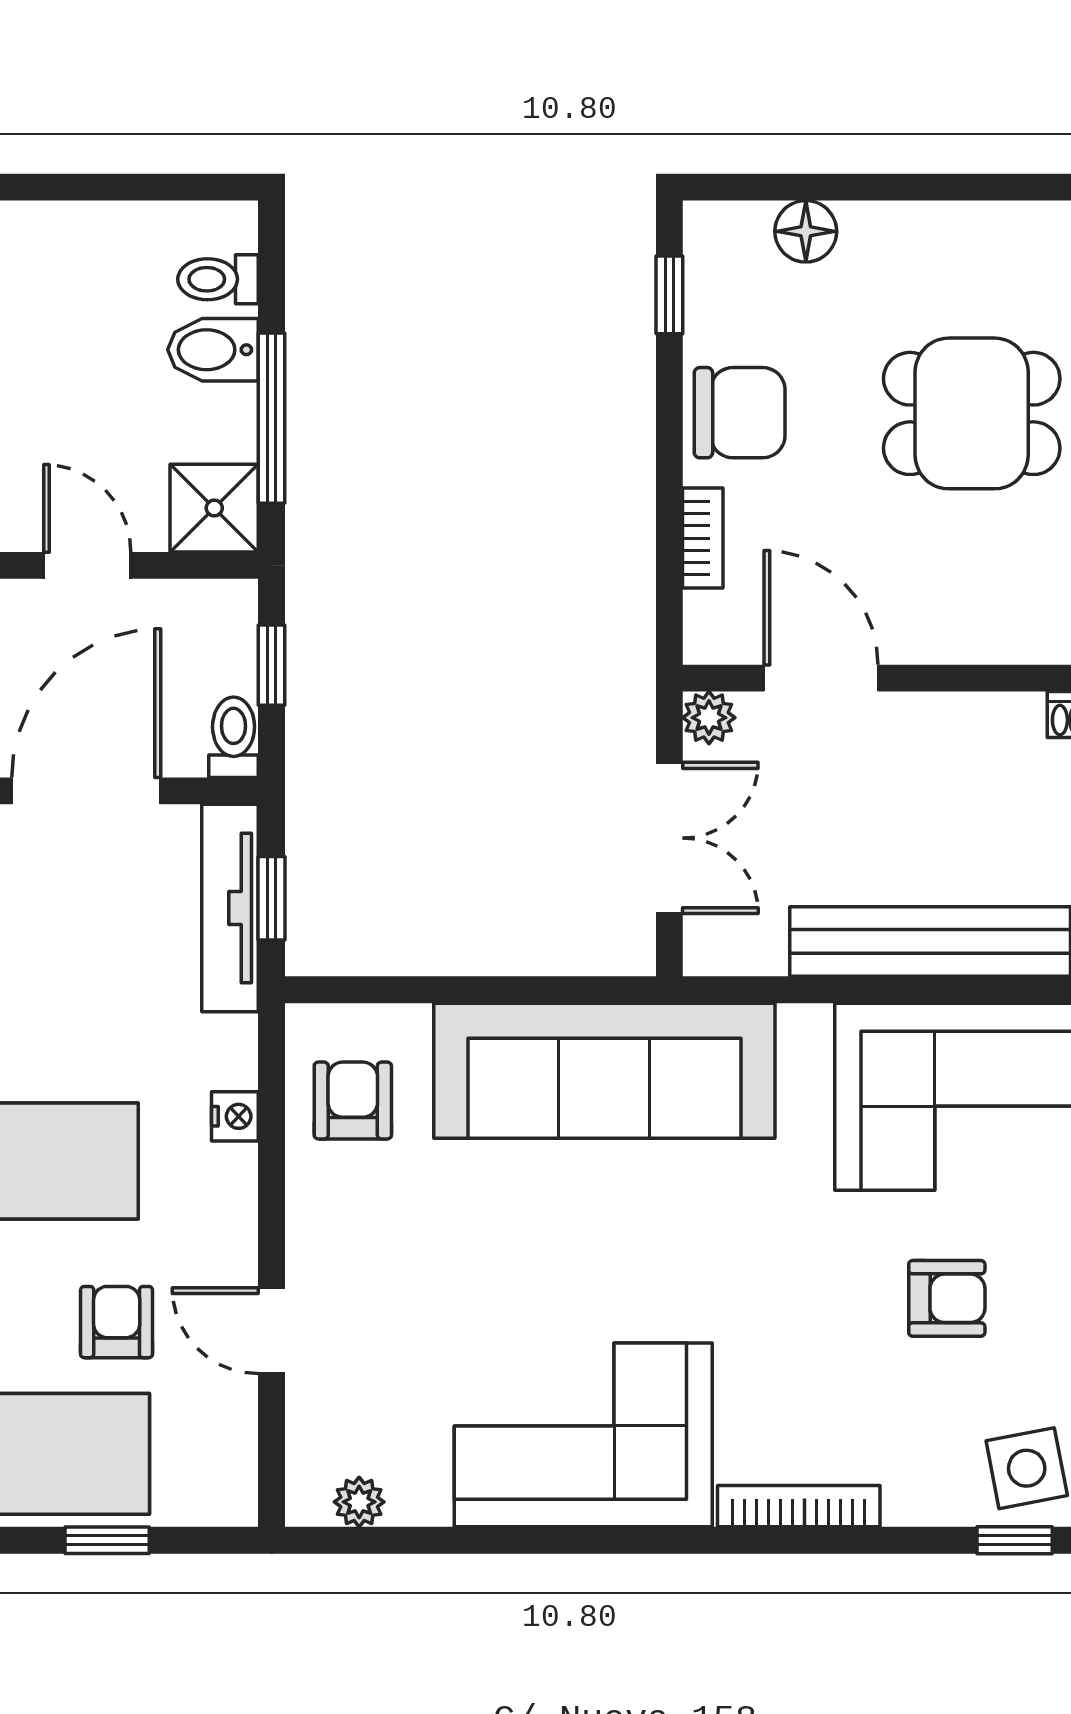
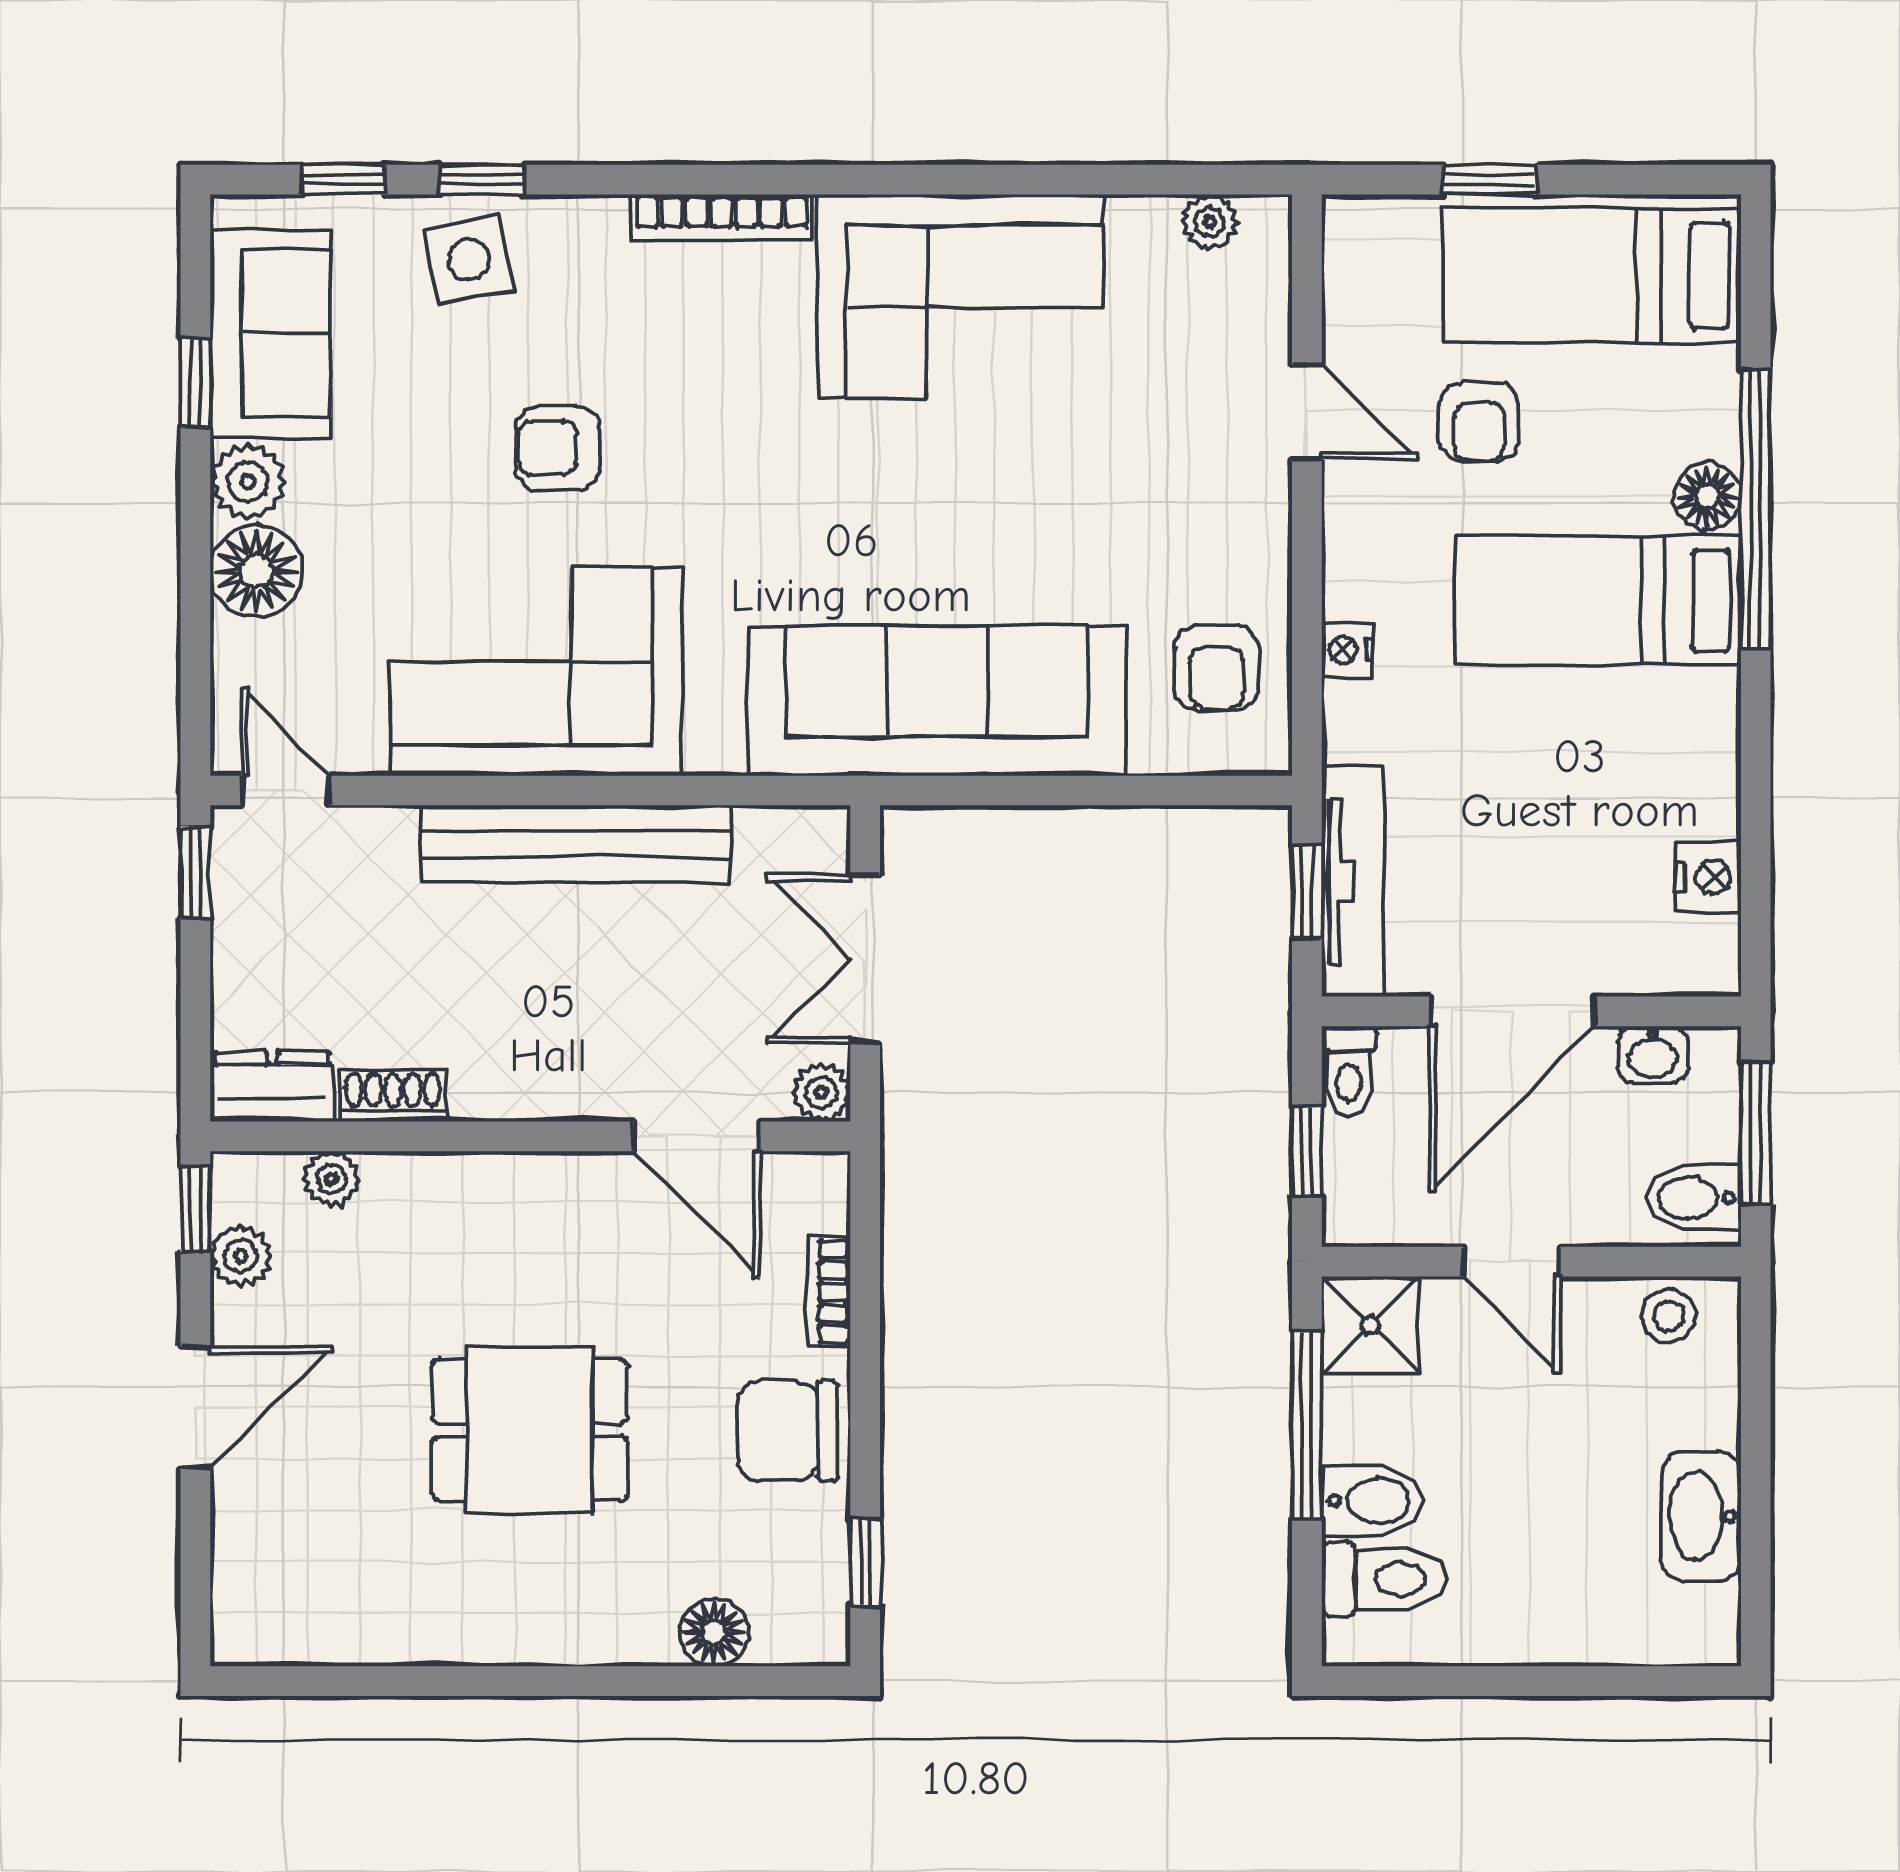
toilet: (218, 279) -> (1383, 1579), width x1.37, depth x1.39

